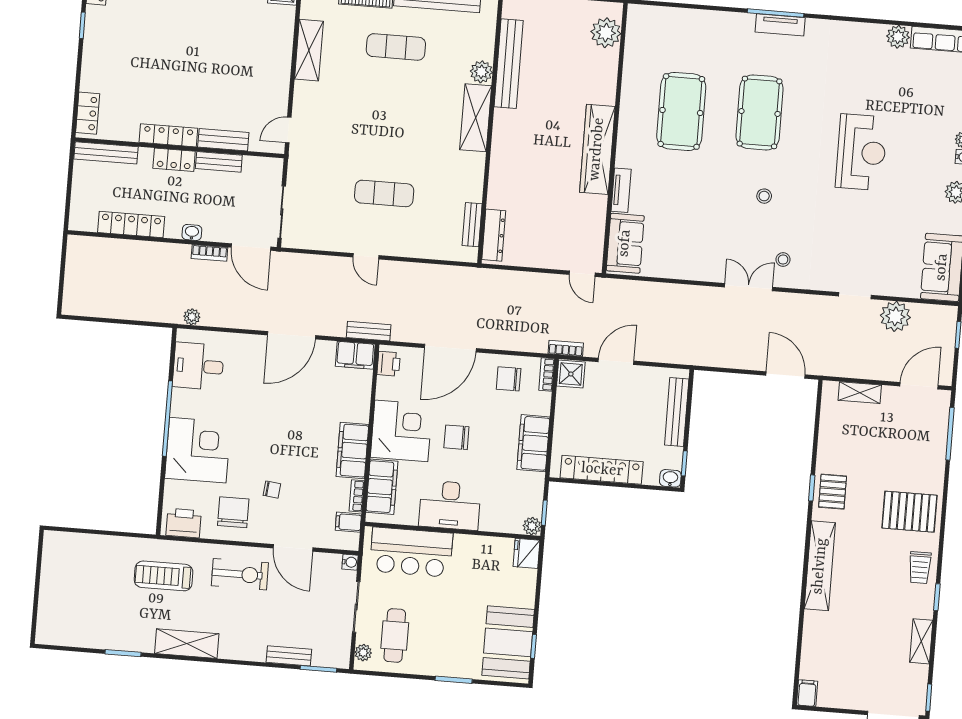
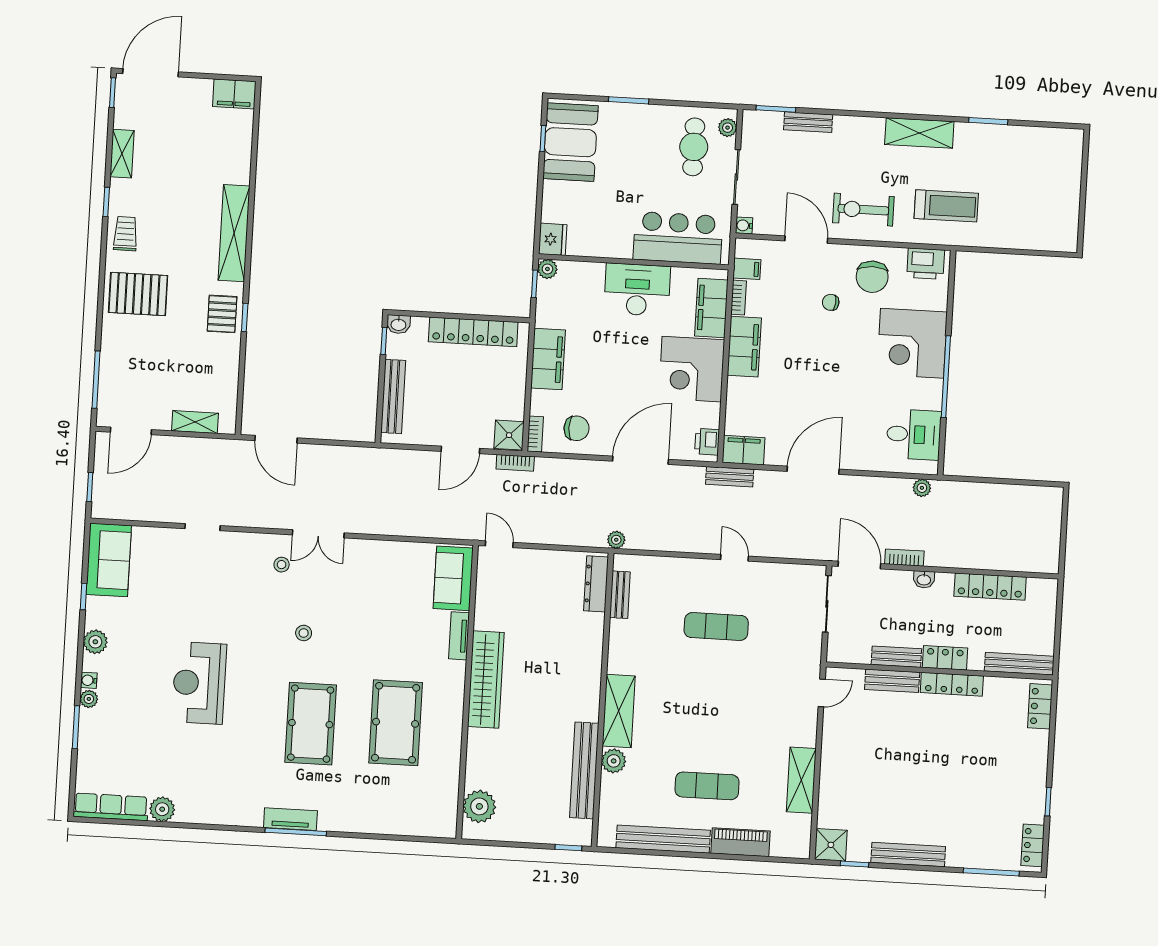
plant: (895, 316) -> (616, 540), moved, width x0.53, depth x0.53
chair: (456, 437) -> (632, 364), removed
filing cabinet: (807, 693) -> (234, 94), width x2.00

